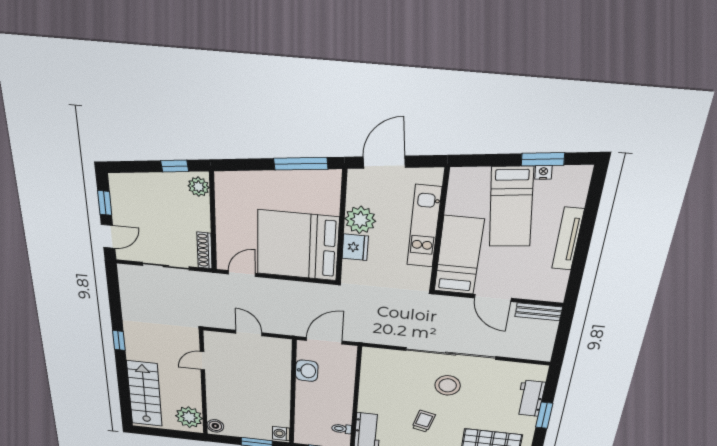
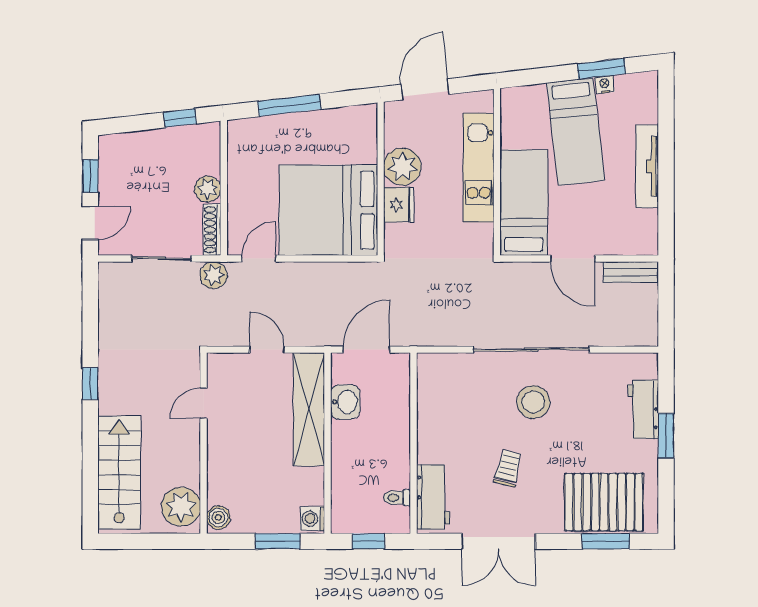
window: (301, 164) -> (289, 105), moved
plant: (199, 187) -> (208, 189), moved
plant: (207, 281) -> (214, 275), added
shelving: (280, 372) -> (309, 409), added

